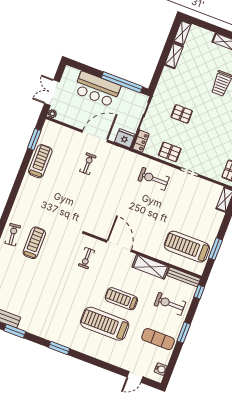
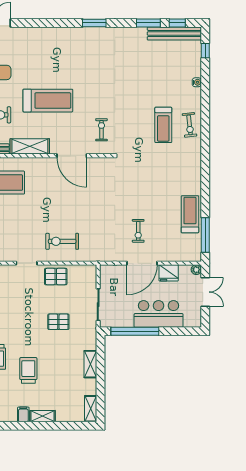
shelving: (174, 56) -> (90, 364), moved
fridge: (125, 138) -> (169, 273), moved
window: (34, 139) -> (205, 235), width x1.44
locker: (141, 141) -> (91, 276), removed
treadmill: (40, 161) -> (190, 214), turned 180
exercise bike: (154, 179) -> (62, 241), turned 180
treadmill: (121, 299) -> (48, 101), width x1.37, depth x1.38
treadmill: (105, 324) -> (56, 67), removed

